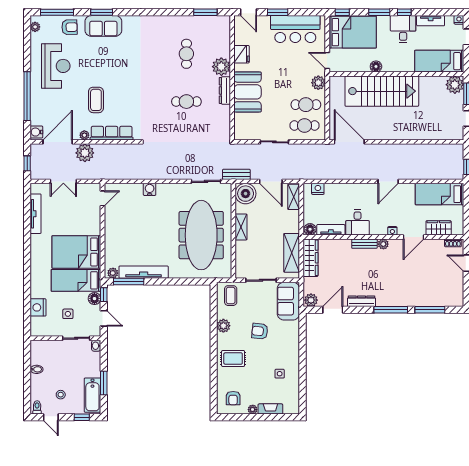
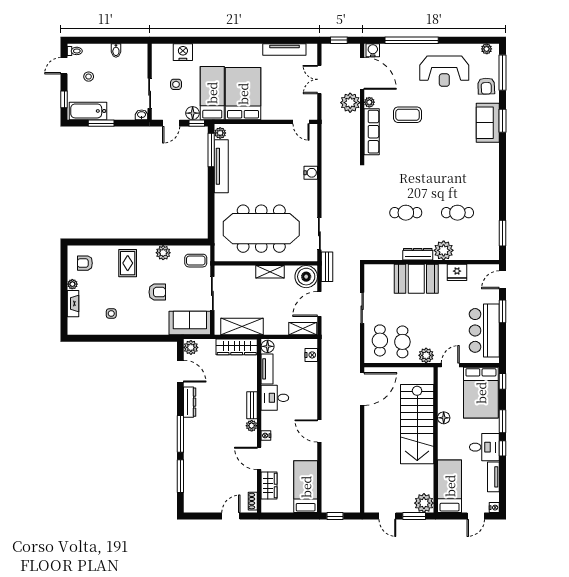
cafe table: (186, 102) -> (406, 213), turned 90
armchair: (260, 331) -> (157, 292), turned 84

